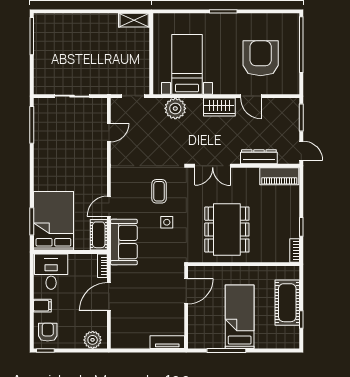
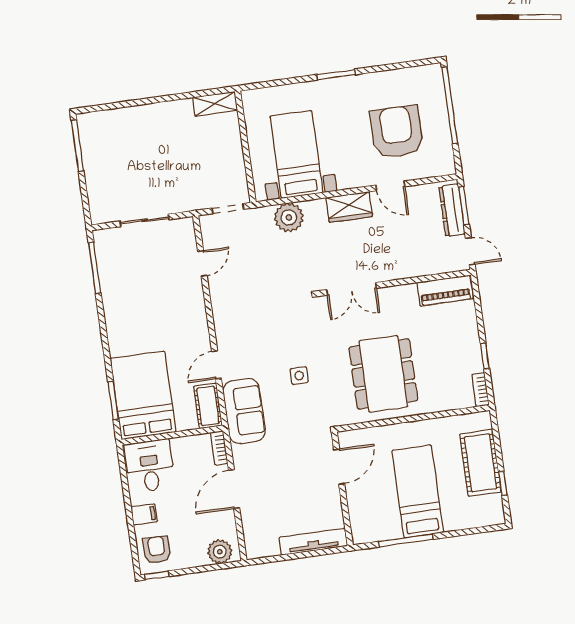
dresser: (259, 157) -> (452, 210), moved, turned -90
coffee table: (159, 191) -> (283, 334), removed
tv unit: (167, 342) -> (313, 542), width x1.41

